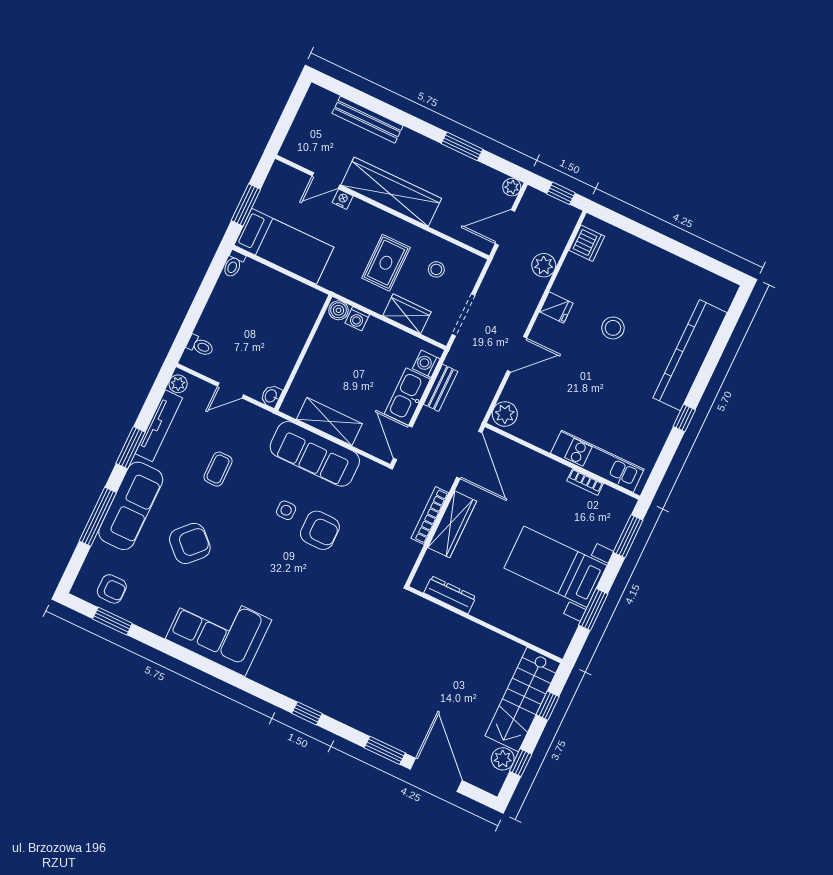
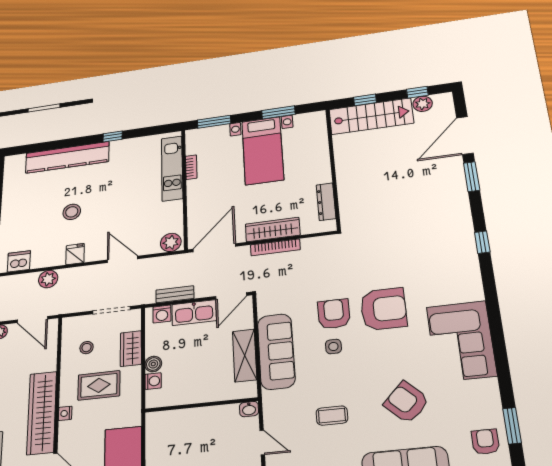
nightstand: (343, 199) -> (65, 413), moved
boiler: (339, 310) -> (153, 364), moved
armchair: (295, 579) -> (383, 309), added

